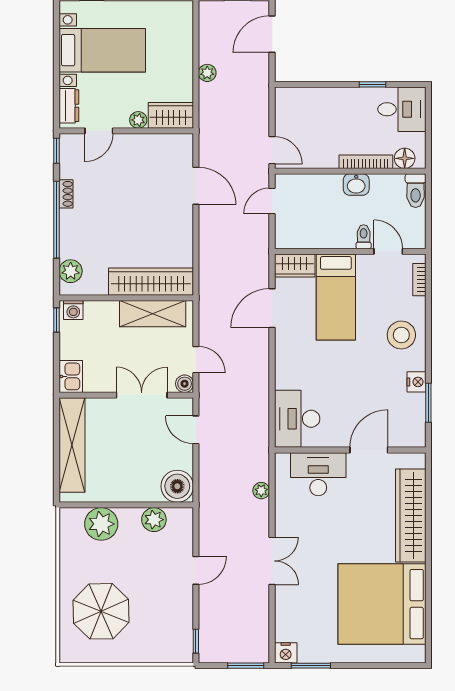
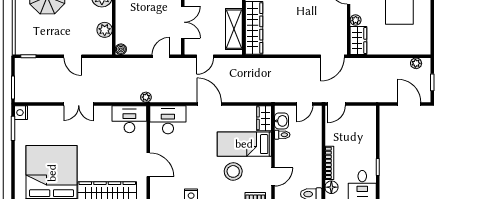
plant: (207, 73) -> (416, 63), moved
washbasin: (356, 184) -> (281, 121), moved, turned 180
door: (196, 186) -> (332, 56), moved
door: (272, 201) -> (305, 104), swing flipped
toilet: (364, 237) -> (282, 135), moved
door: (272, 308) -> (209, 104), moved
stool: (401, 335) -> (233, 171), moved
boiler: (185, 384) -> (190, 49), removed
desk: (318, 474) -> (129, 119), moved, turned -90
boiler: (177, 486) -> (121, 49), width x0.54, depth x0.54
plant: (261, 491) -> (146, 97), moved

